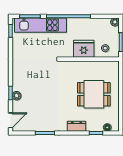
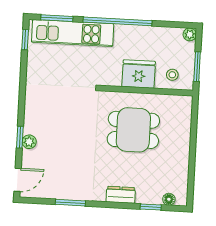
dining table: (94, 94) -> (133, 130), moved

